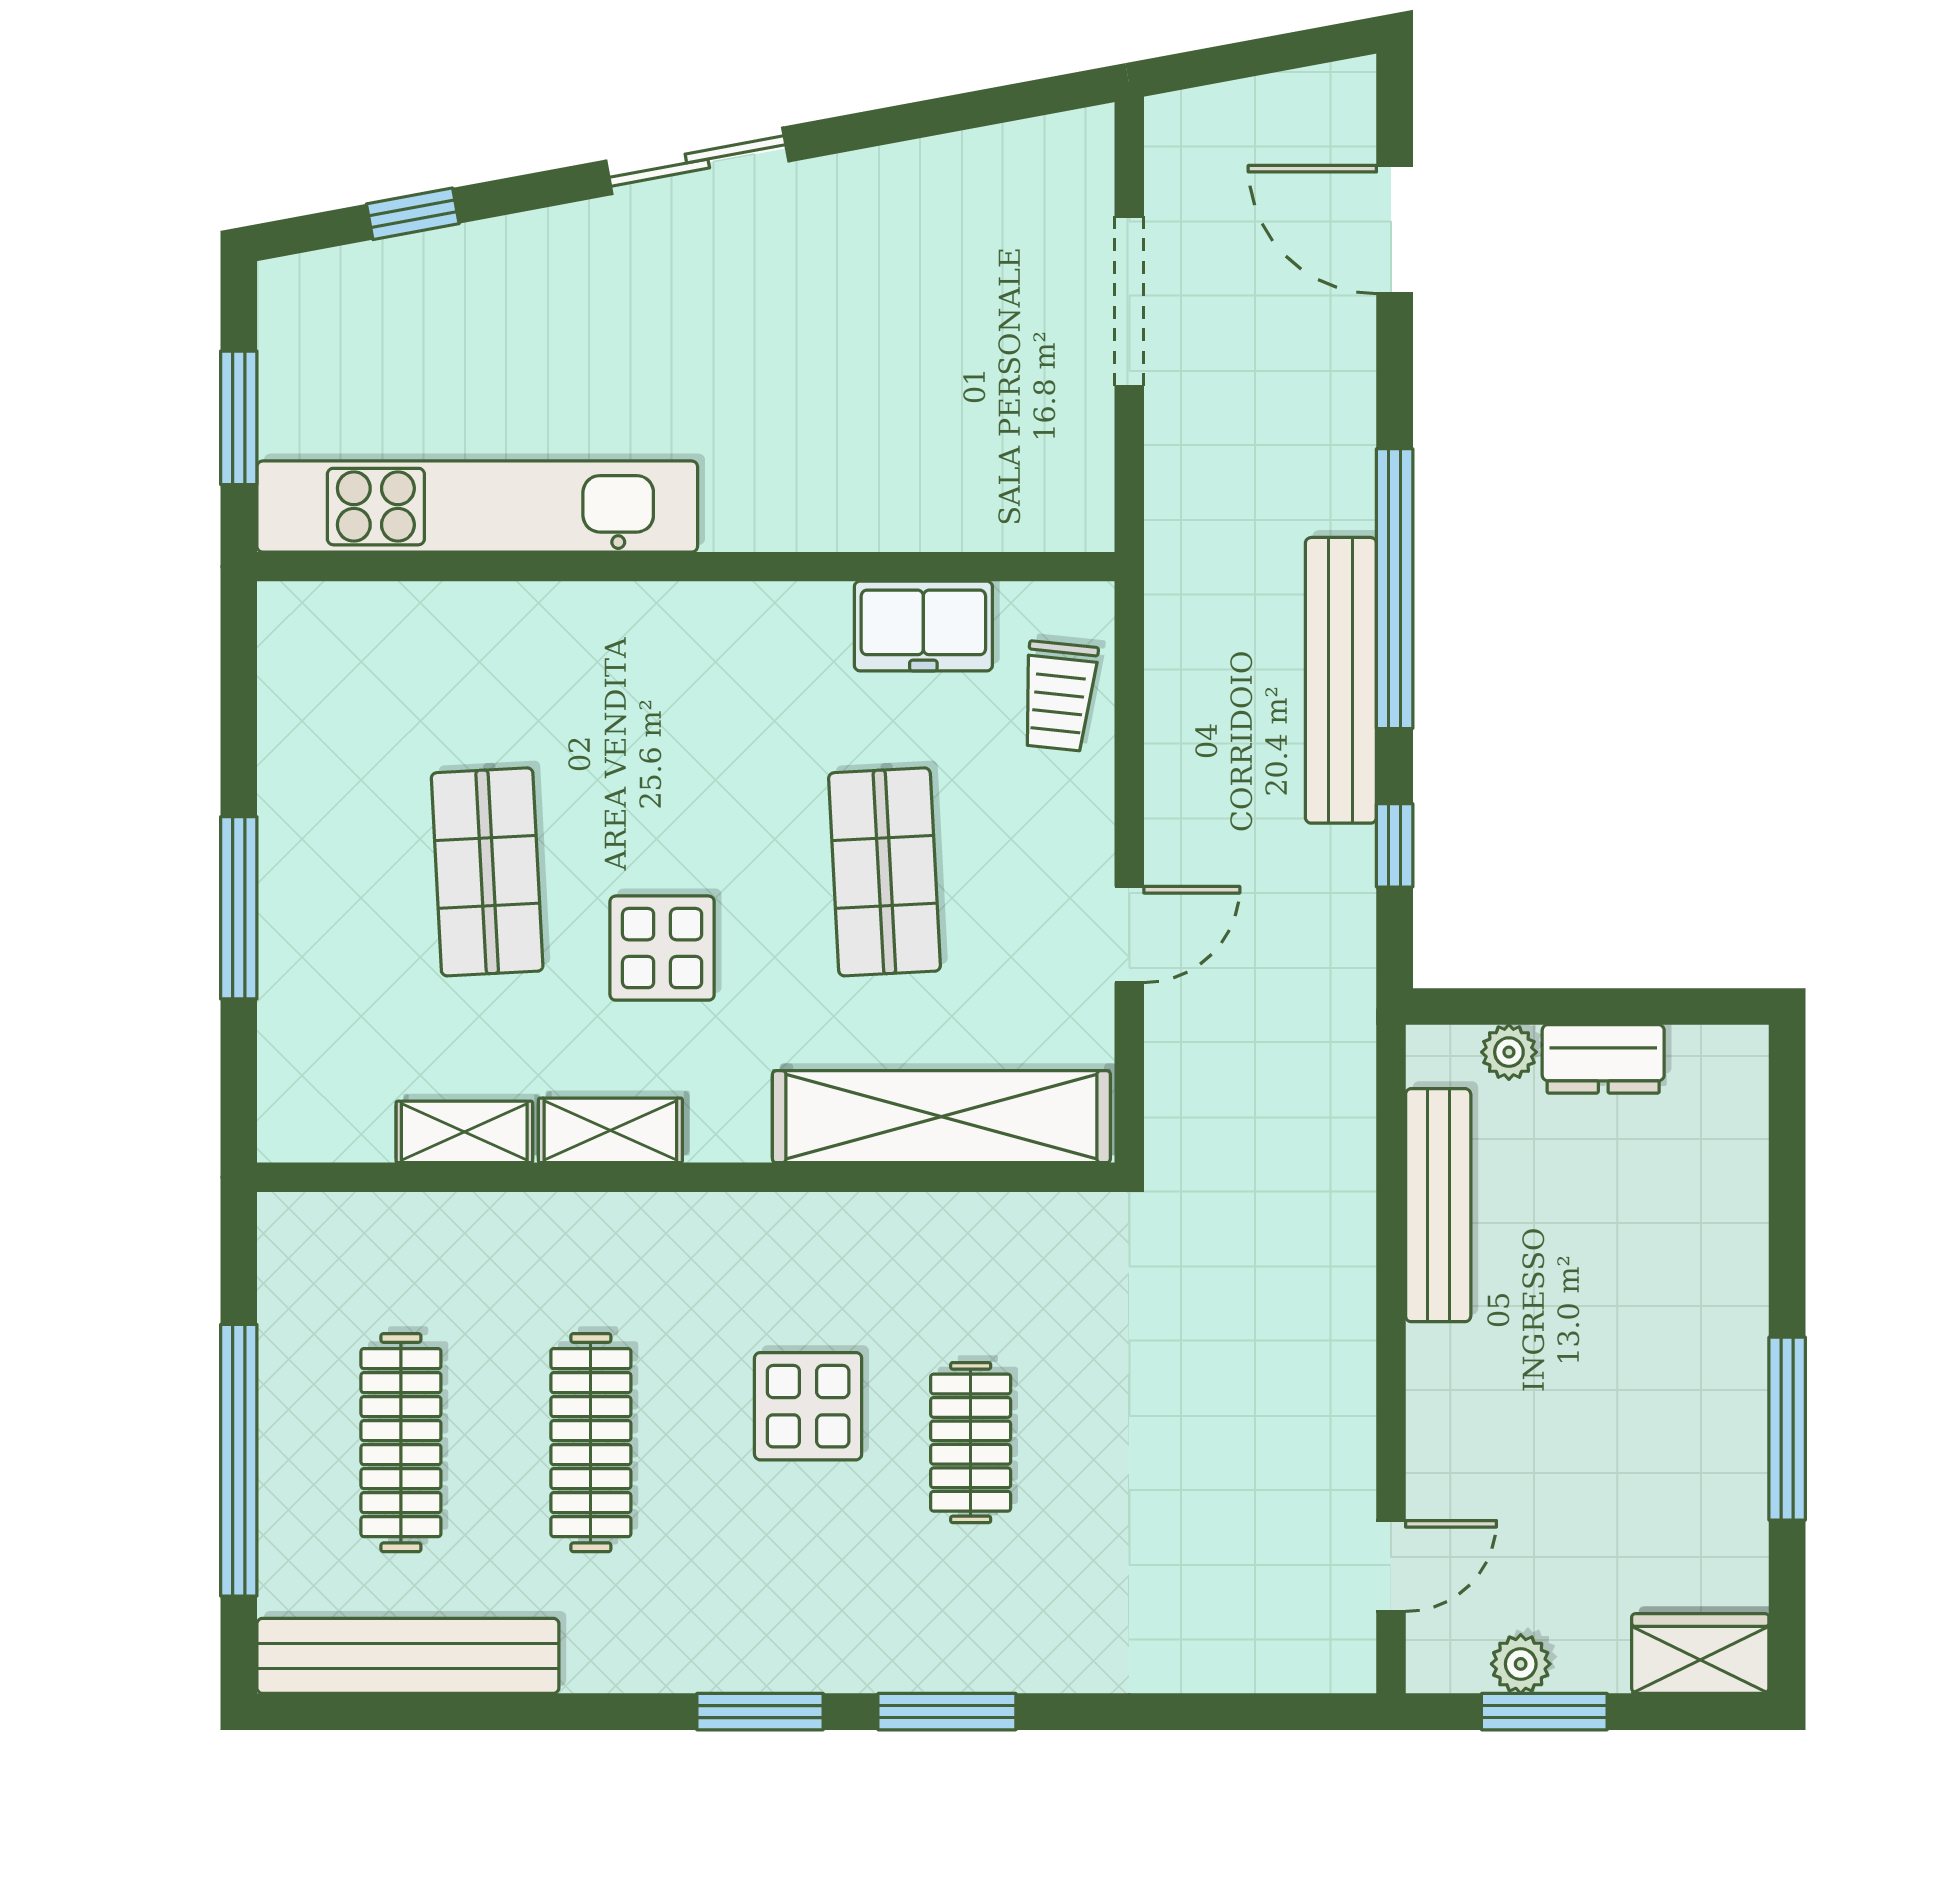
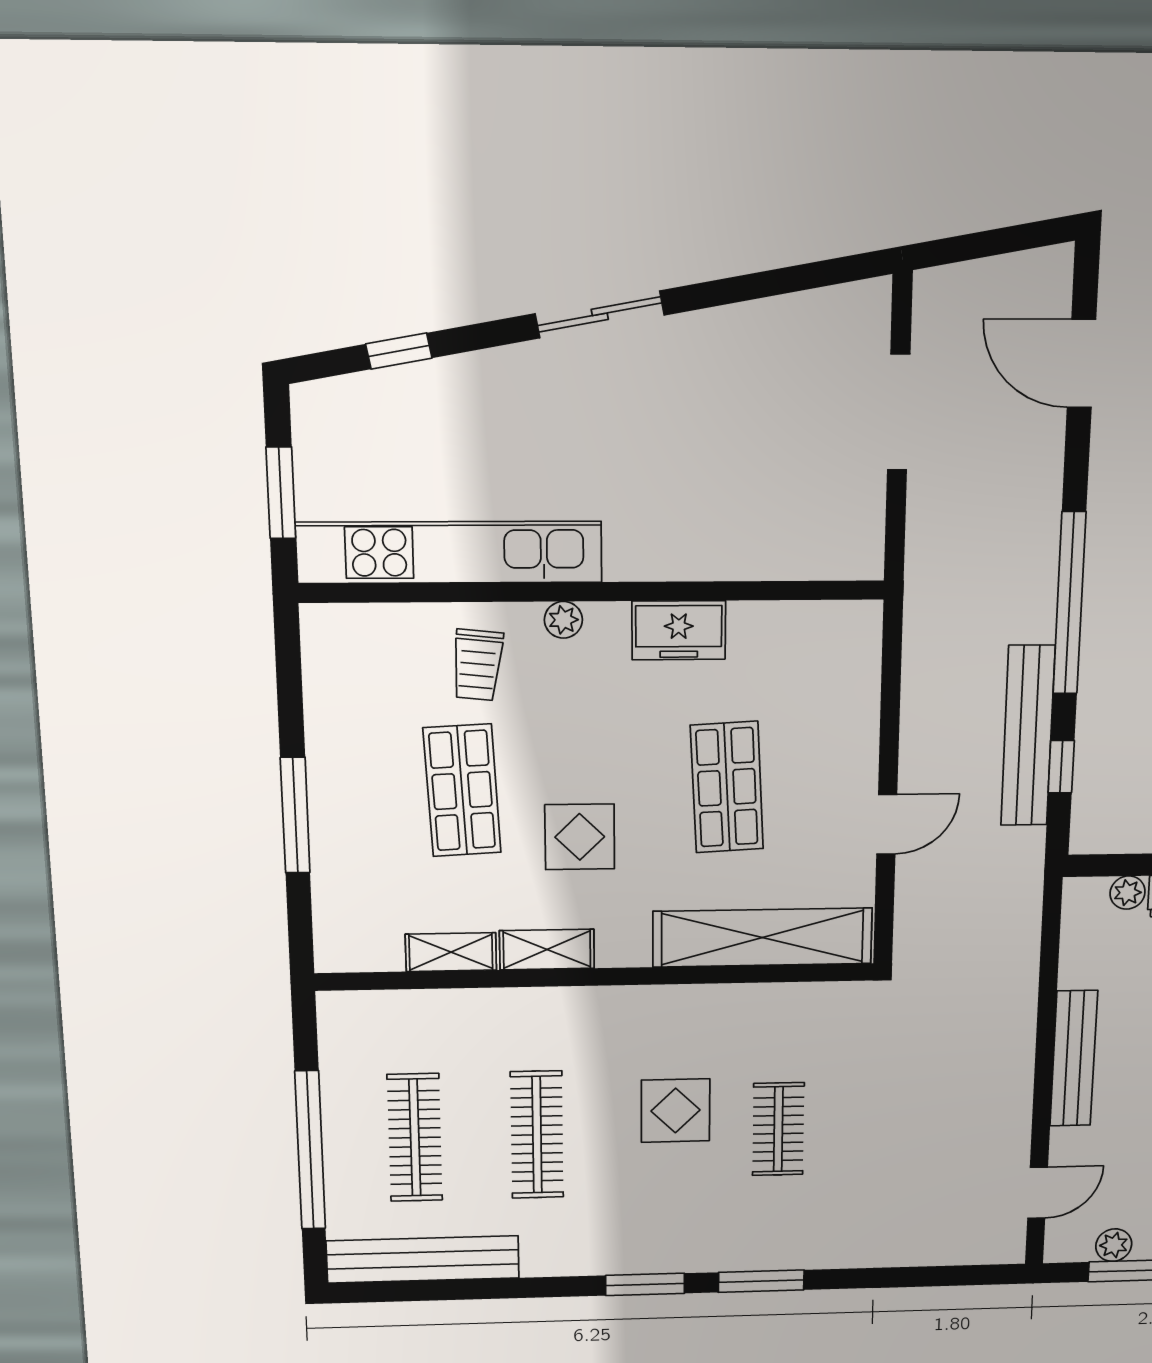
plant: (641, 609) -> (563, 620), added
freezer: (923, 626) -> (679, 630), moved
bench: (1341, 680) -> (1028, 736), moved
trolley: (1059, 696) -> (477, 665), moved
bench: (1438, 1205) -> (1074, 1058), moved

